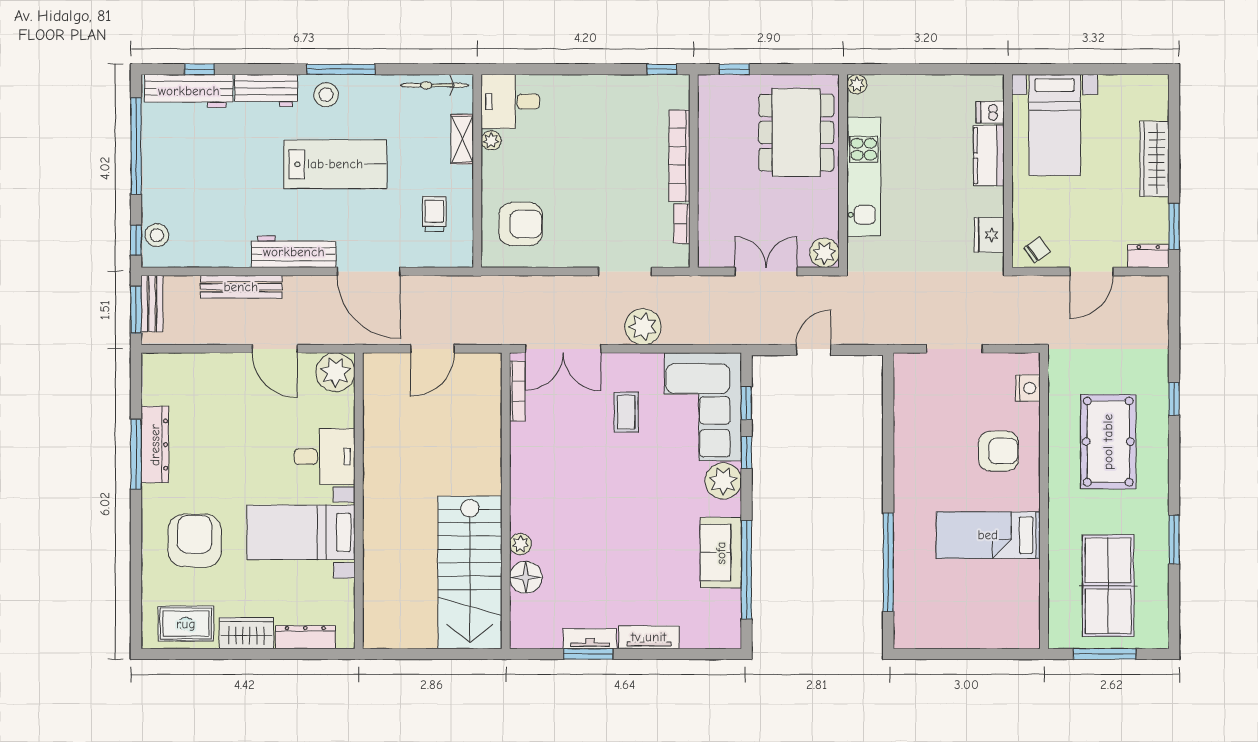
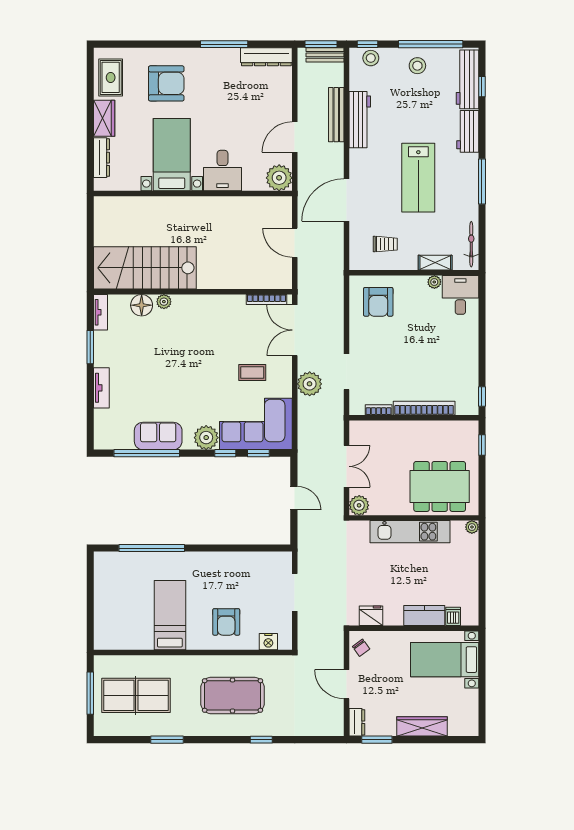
stool: (326, 95) -> (417, 66), moved
workbench: (294, 252) -> (360, 120), moved
dresser: (155, 445) -> (266, 57), moved
tv unit: (590, 639) -> (101, 312), moved

